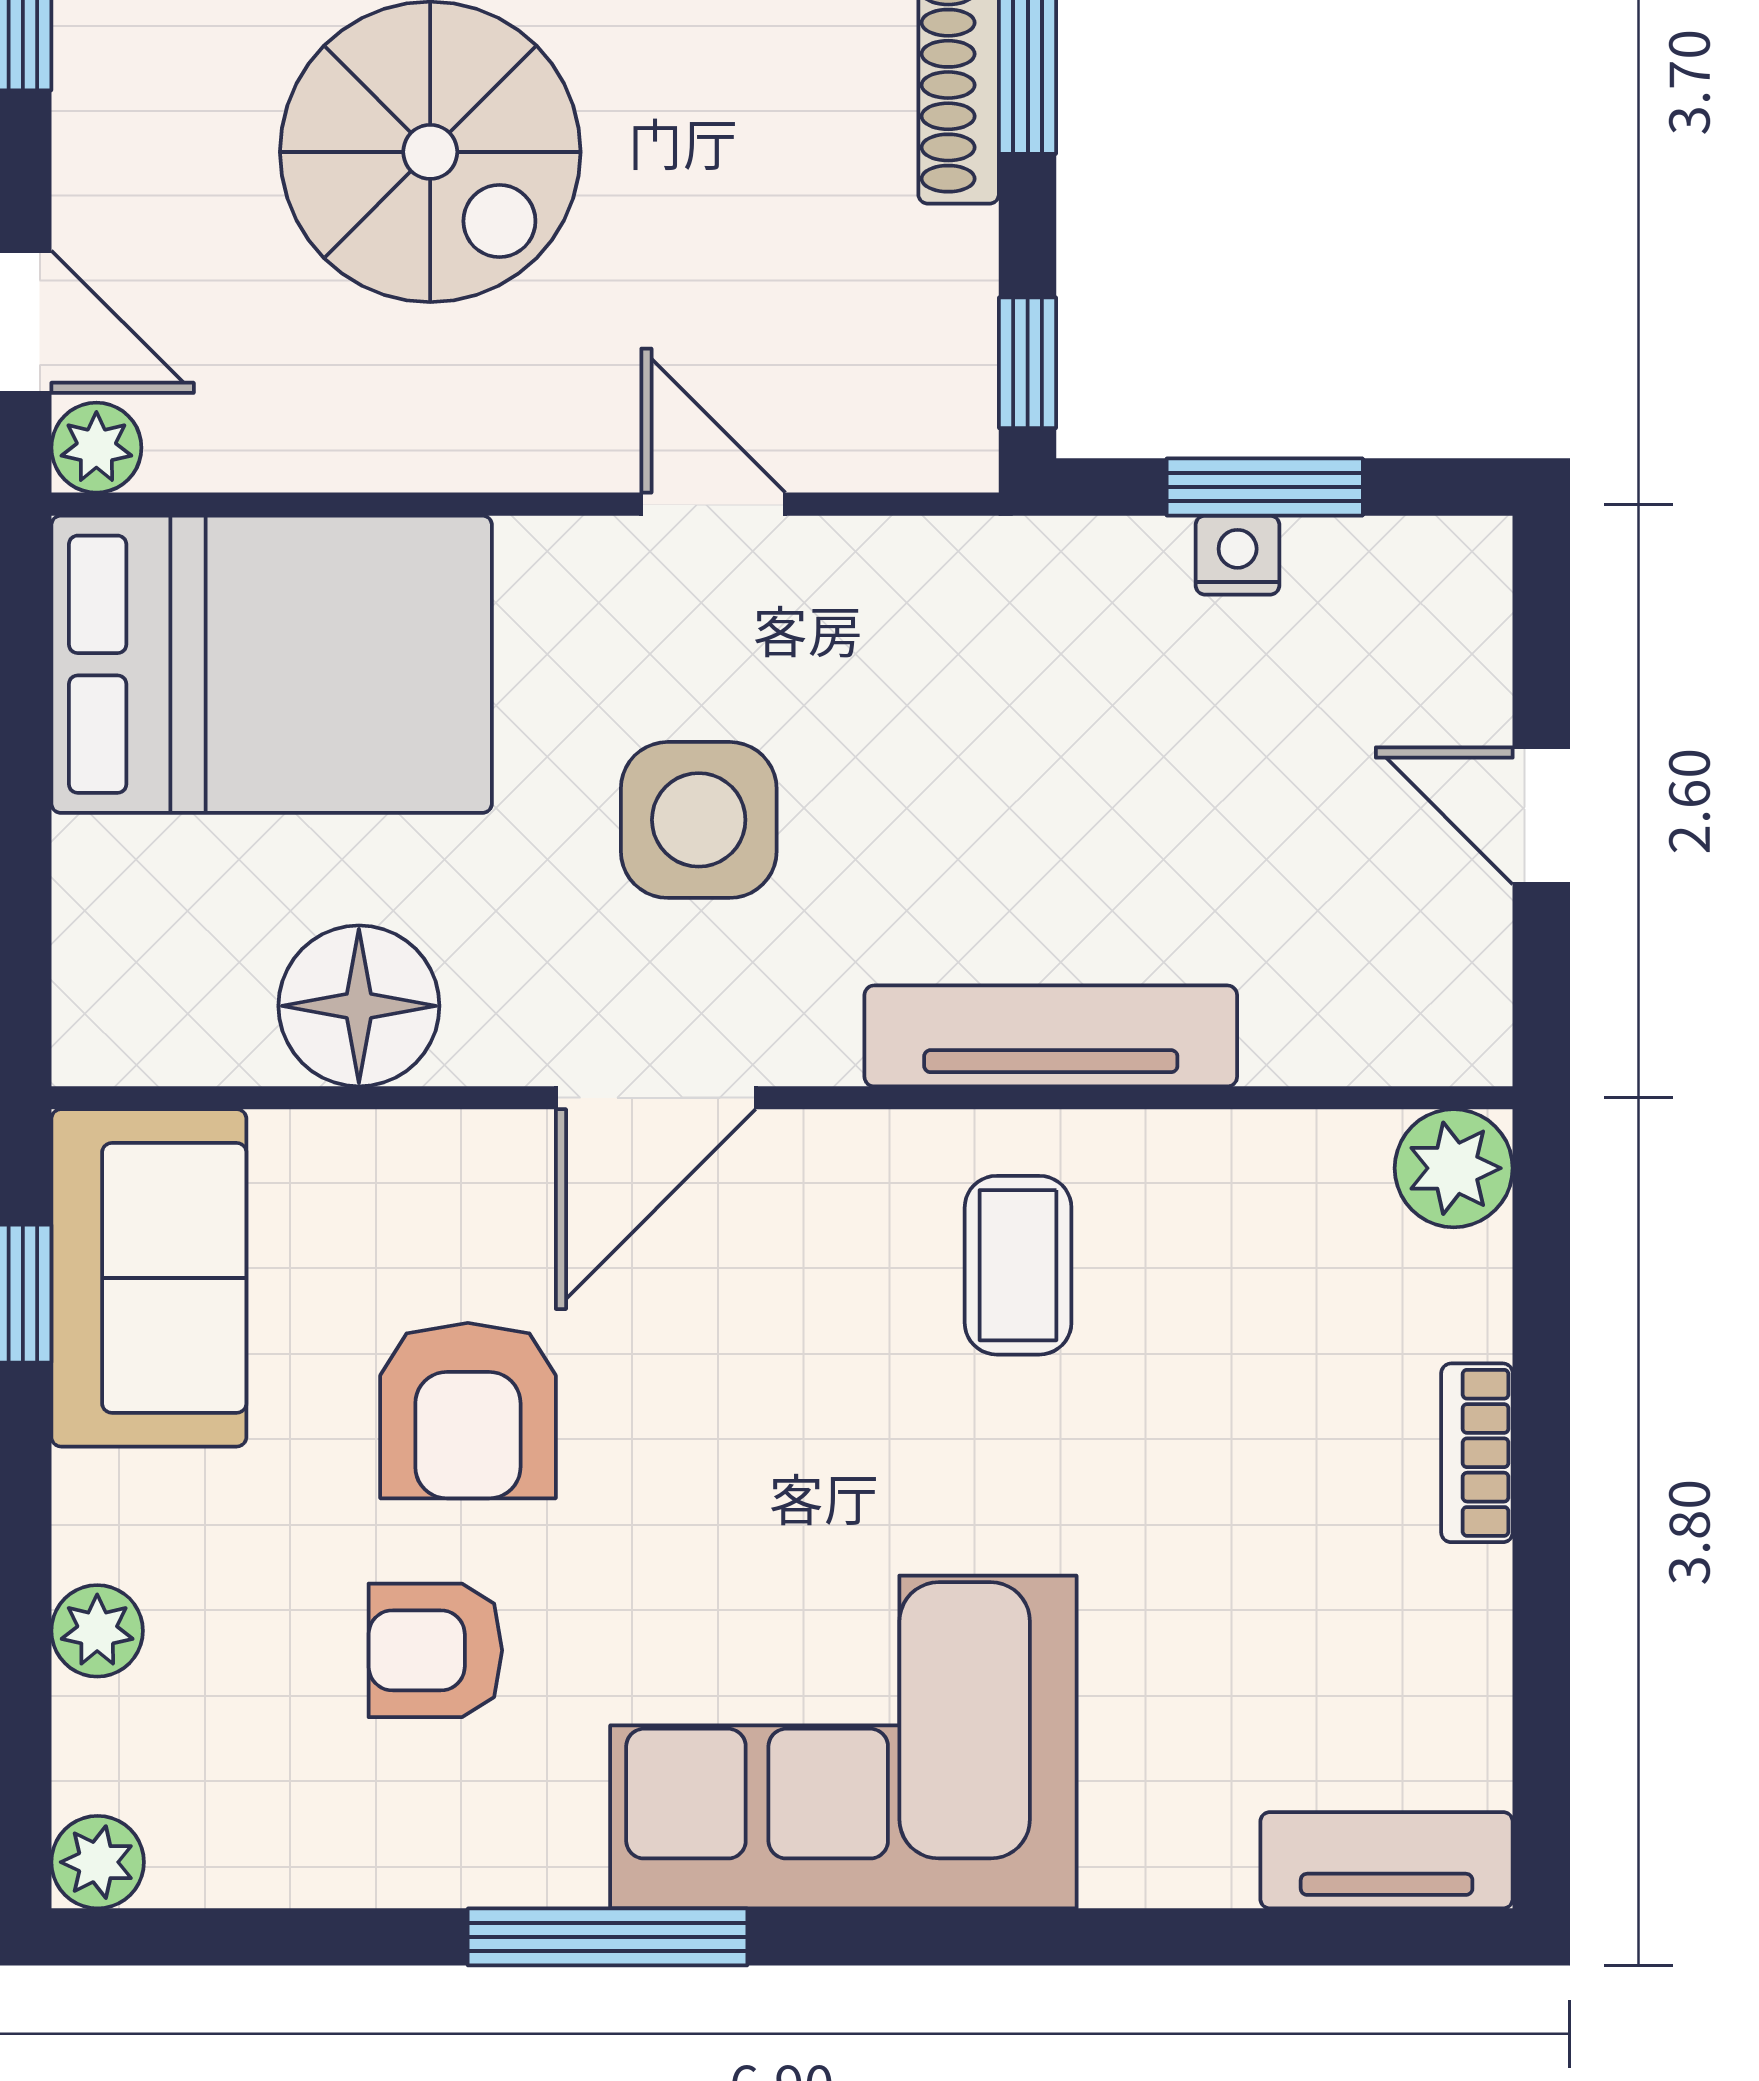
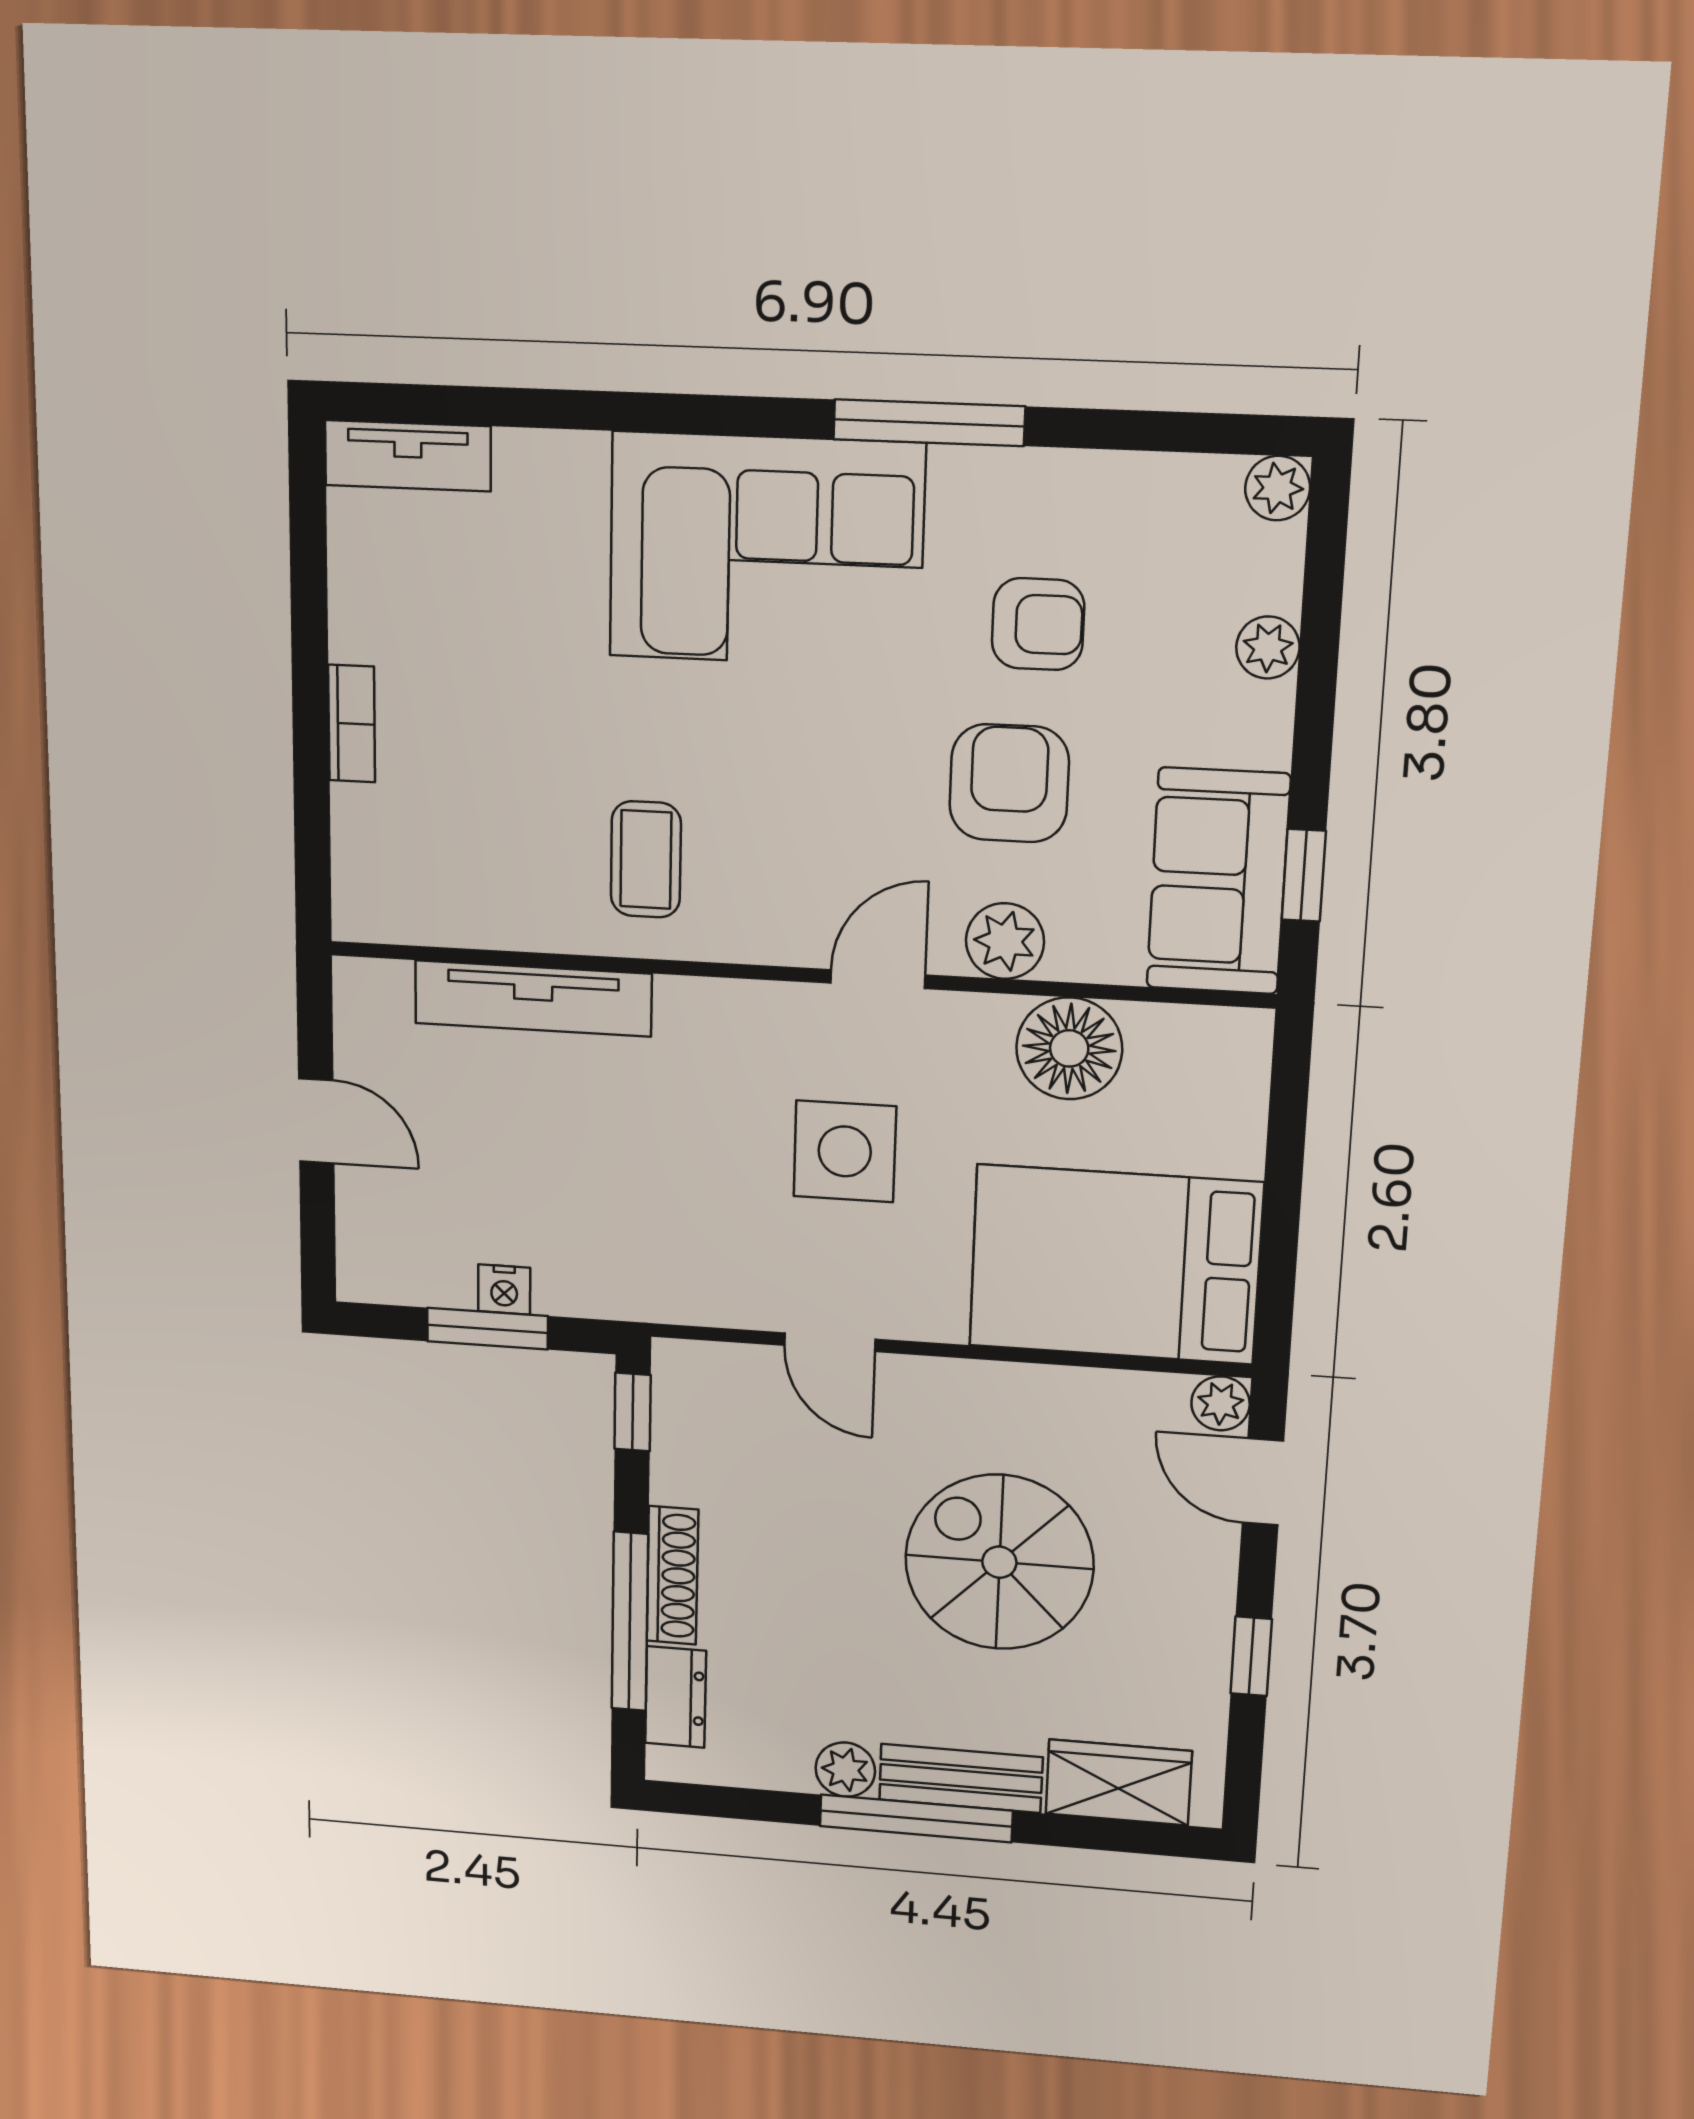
tv unit: (1051, 1036) -> (533, 998), moved
door: (656, 1098) -> (878, 979), width x0.73
plant: (1454, 1168) -> (1005, 941), moved

